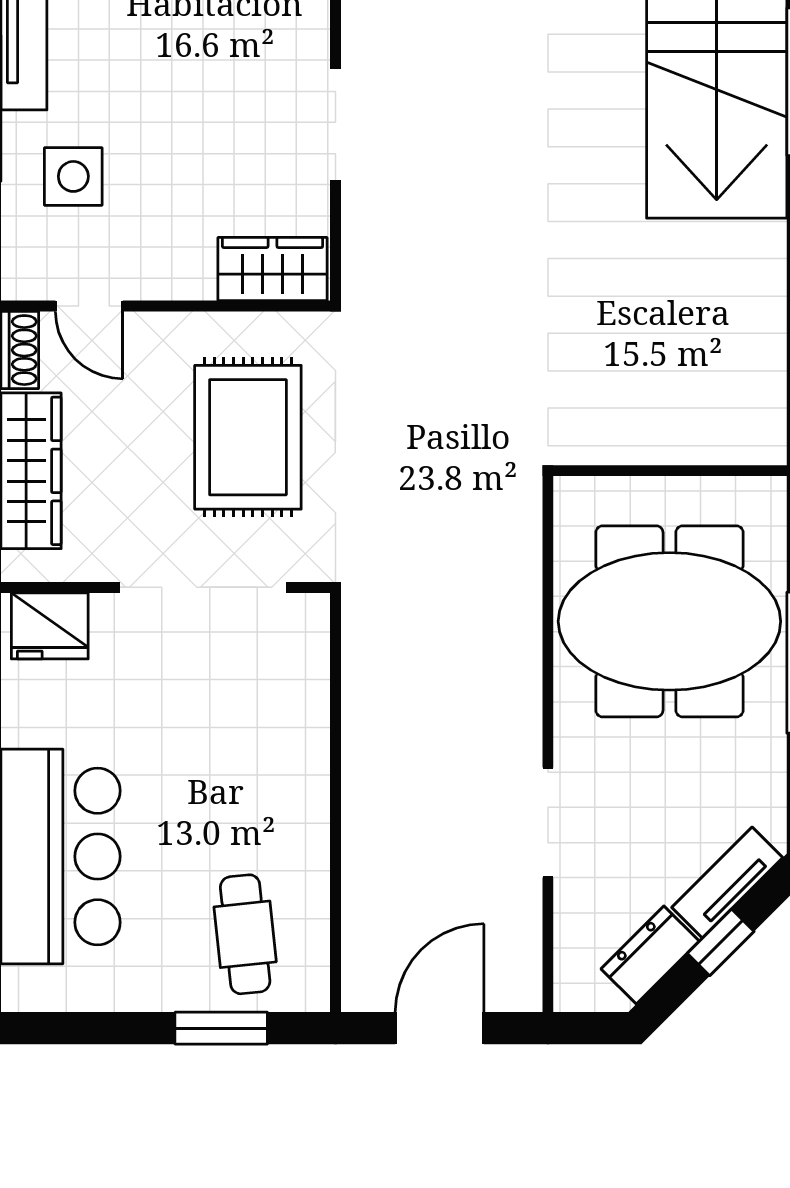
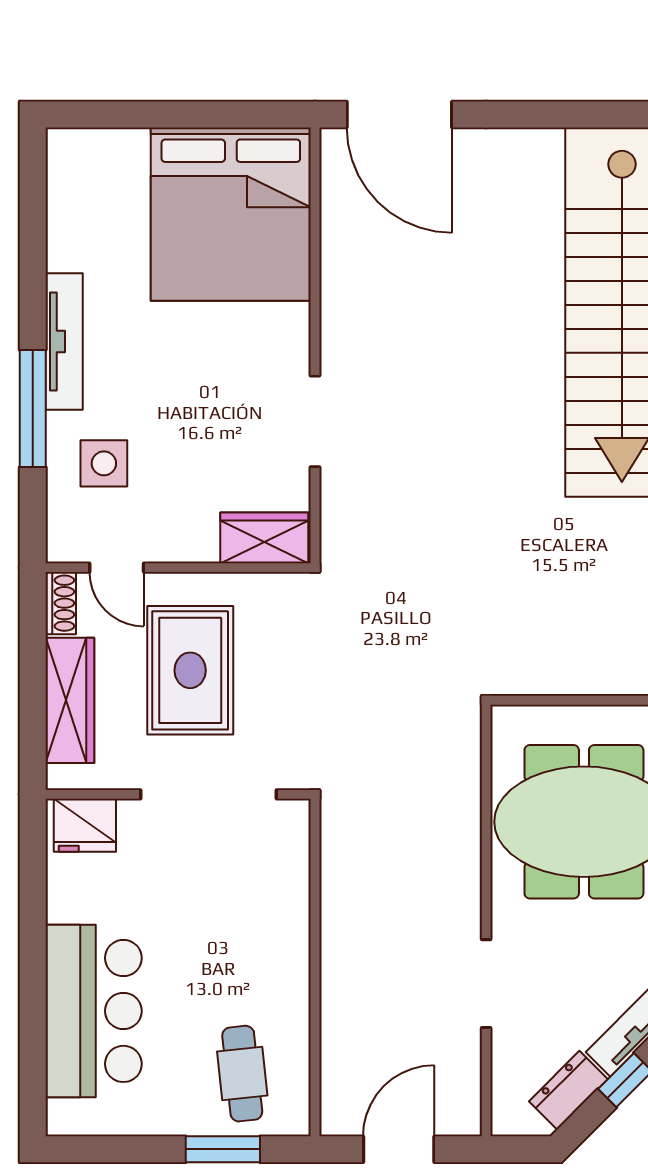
rug: (248, 437) -> (190, 670), moved

